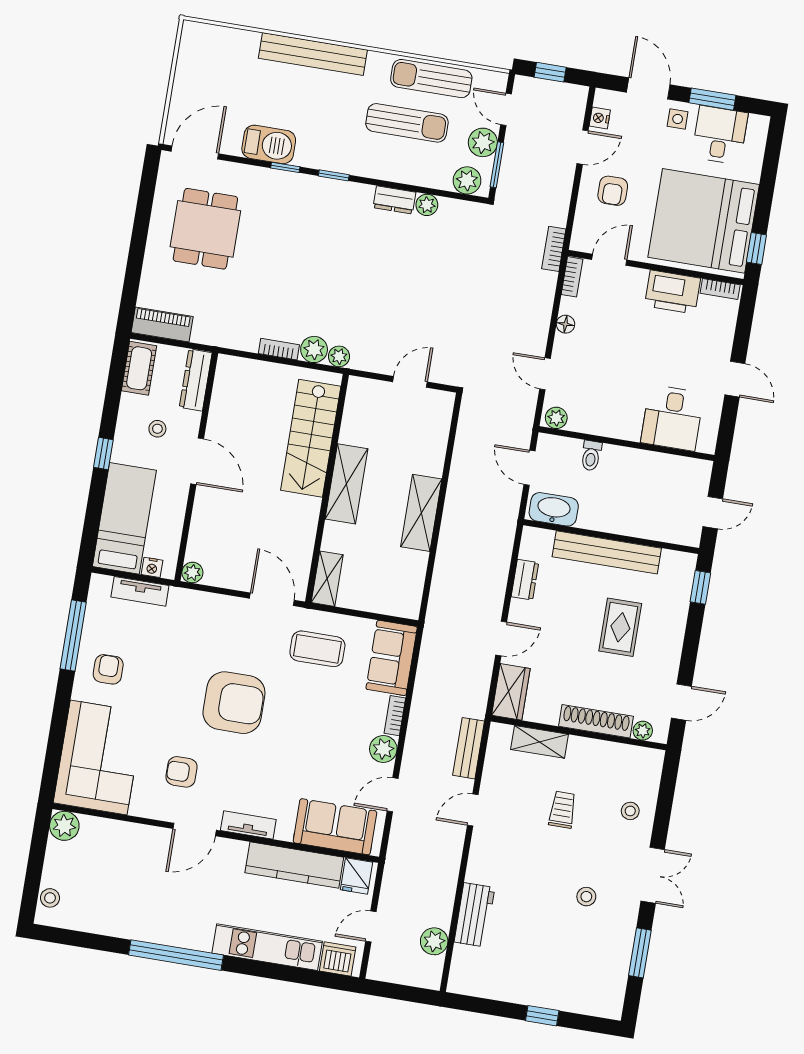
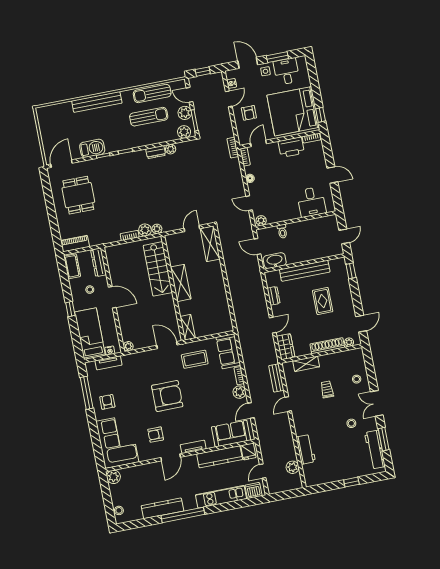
shelving: (421, 513) -> (210, 244), moved
double door: (653, 875) -> (377, 403), swing flipped
kitchen counter: (140, 926) -> (162, 508), added
workbench: (614, 967) -> (375, 450), added

